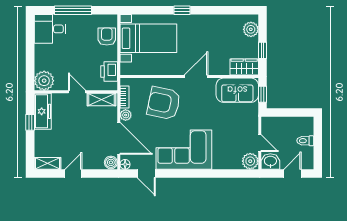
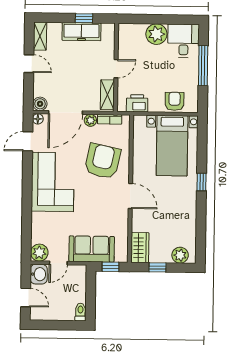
armchair: (107, 37) -> (175, 101), turned -90
plant: (44, 81) -> (156, 34), moved
sofa: (237, 90) -> (92, 249), moved, turned 90
freezer: (43, 111) -> (82, 32), moved
toilet: (305, 141) -> (80, 312), moved

